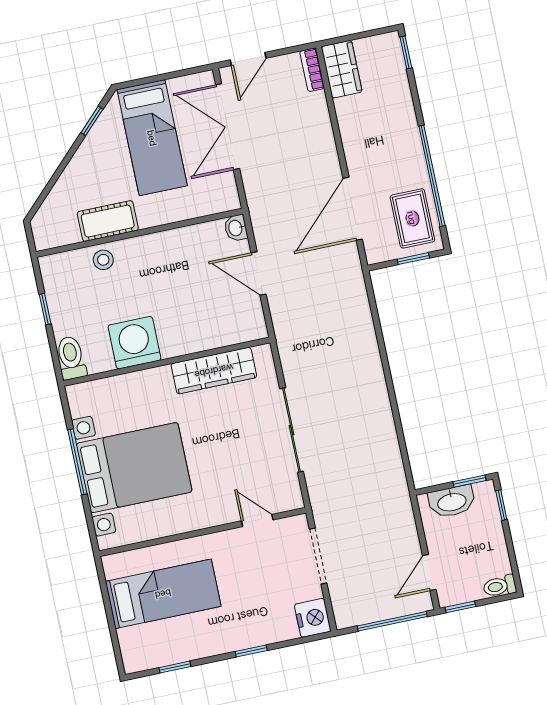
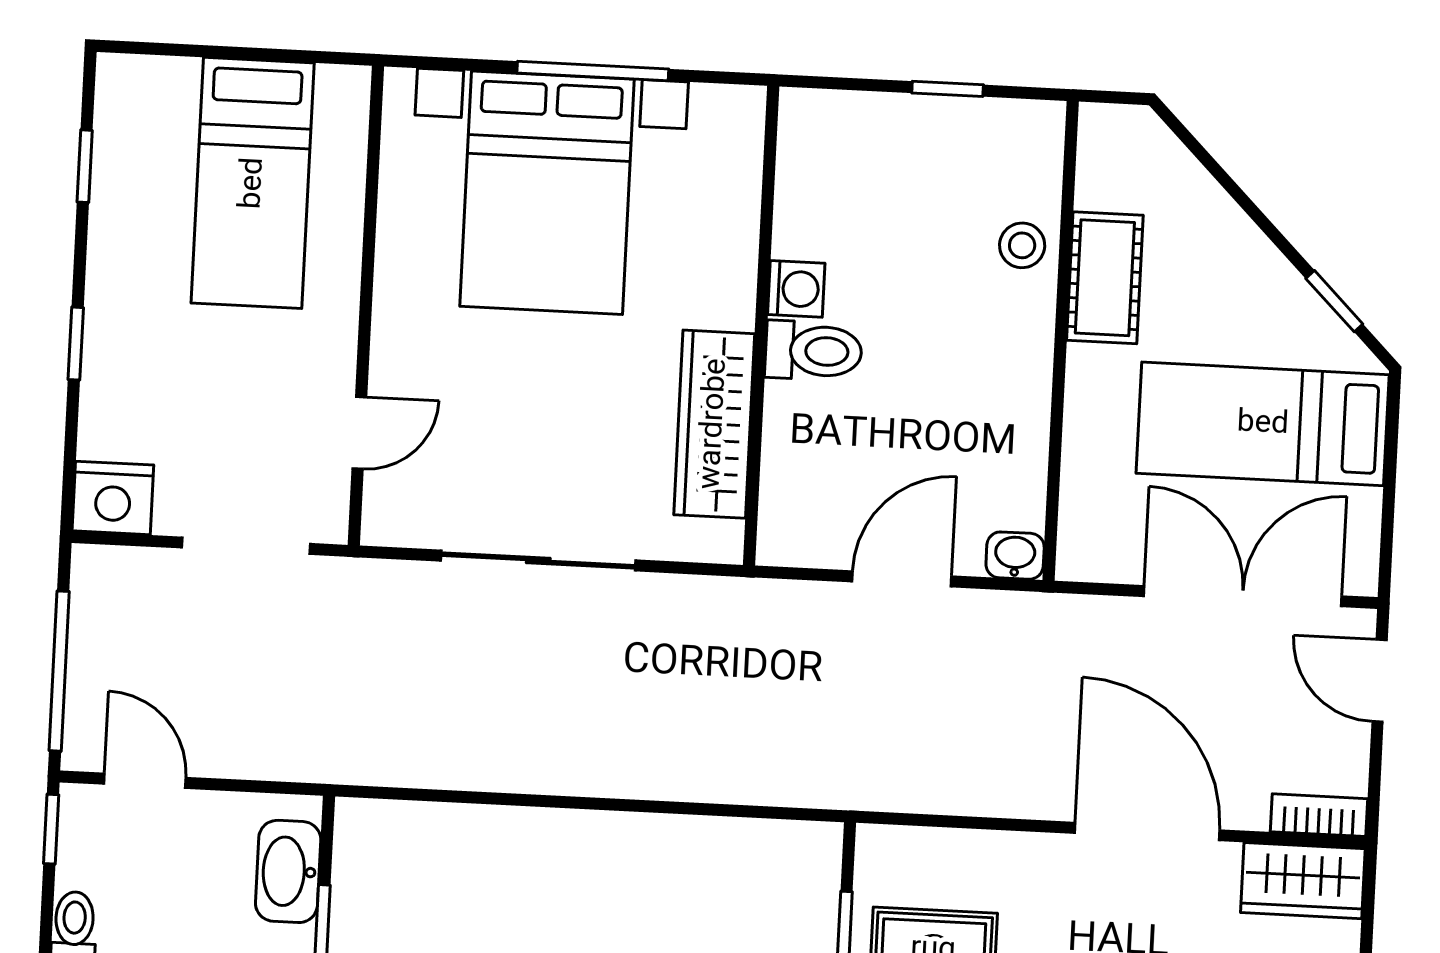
door: (353, 209) -> (1147, 832), moved
washing machine: (134, 343) -> (796, 289), width x0.53, depth x0.53
toilet: (71, 358) -> (814, 351), moved

